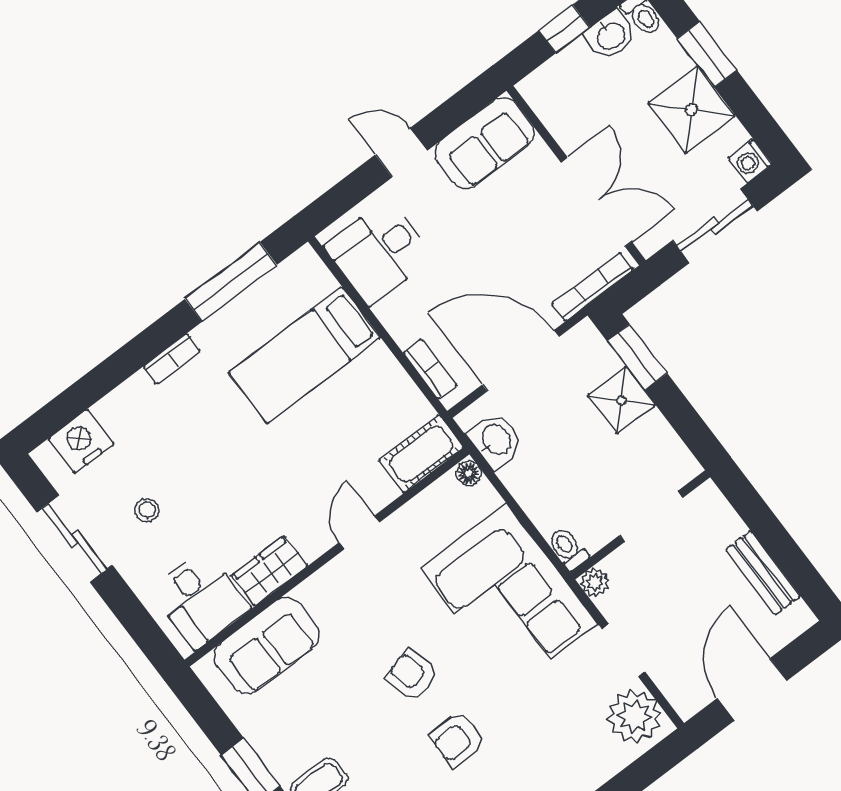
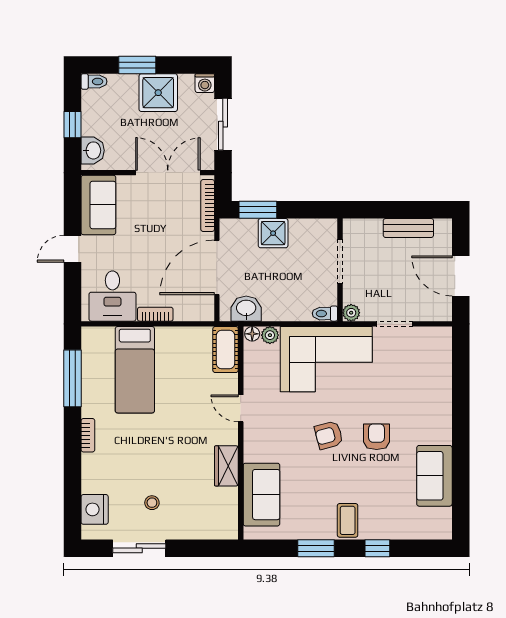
washbasin: (610, 36) -> (93, 150), moved
bookcase: (430, 369) -> (155, 314), moved
desk: (200, 599) -> (215, 510), removed
plant: (635, 716) -> (270, 335), moved, width x0.53, depth x0.53
armchair: (457, 739) -> (377, 437), turned 180

